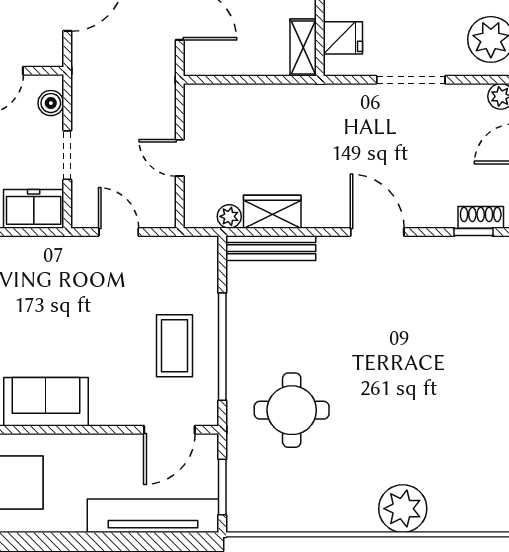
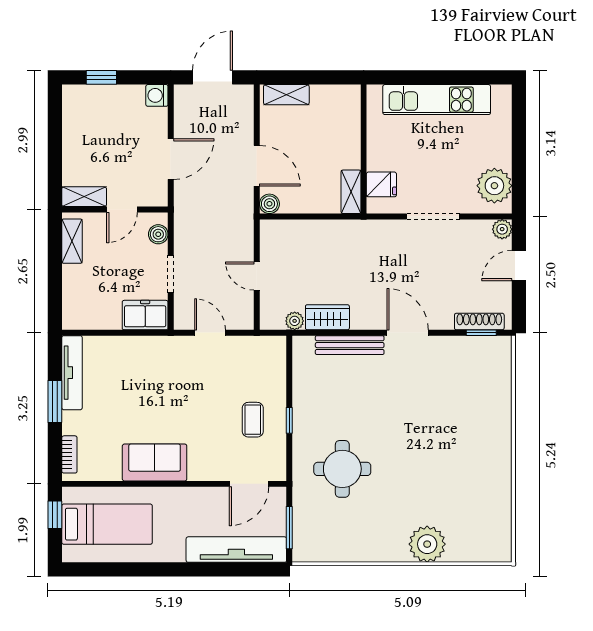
boiler: (196, 63) -> (269, 204), added
shoe rack: (481, 217) -> (479, 322), width x1.43
bench: (271, 248) -> (350, 345), moved
coffee table: (174, 346) -> (253, 420), width x0.73, depth x0.77
window: (222, 347) -> (289, 420), width x0.32

